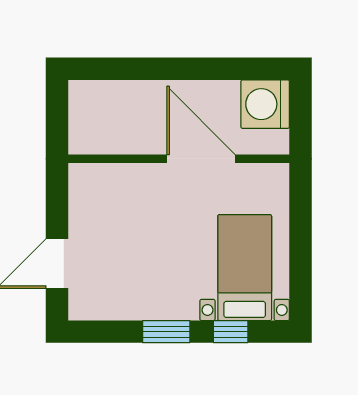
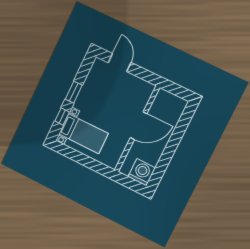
door: (201, 159) -> (139, 126), moved

